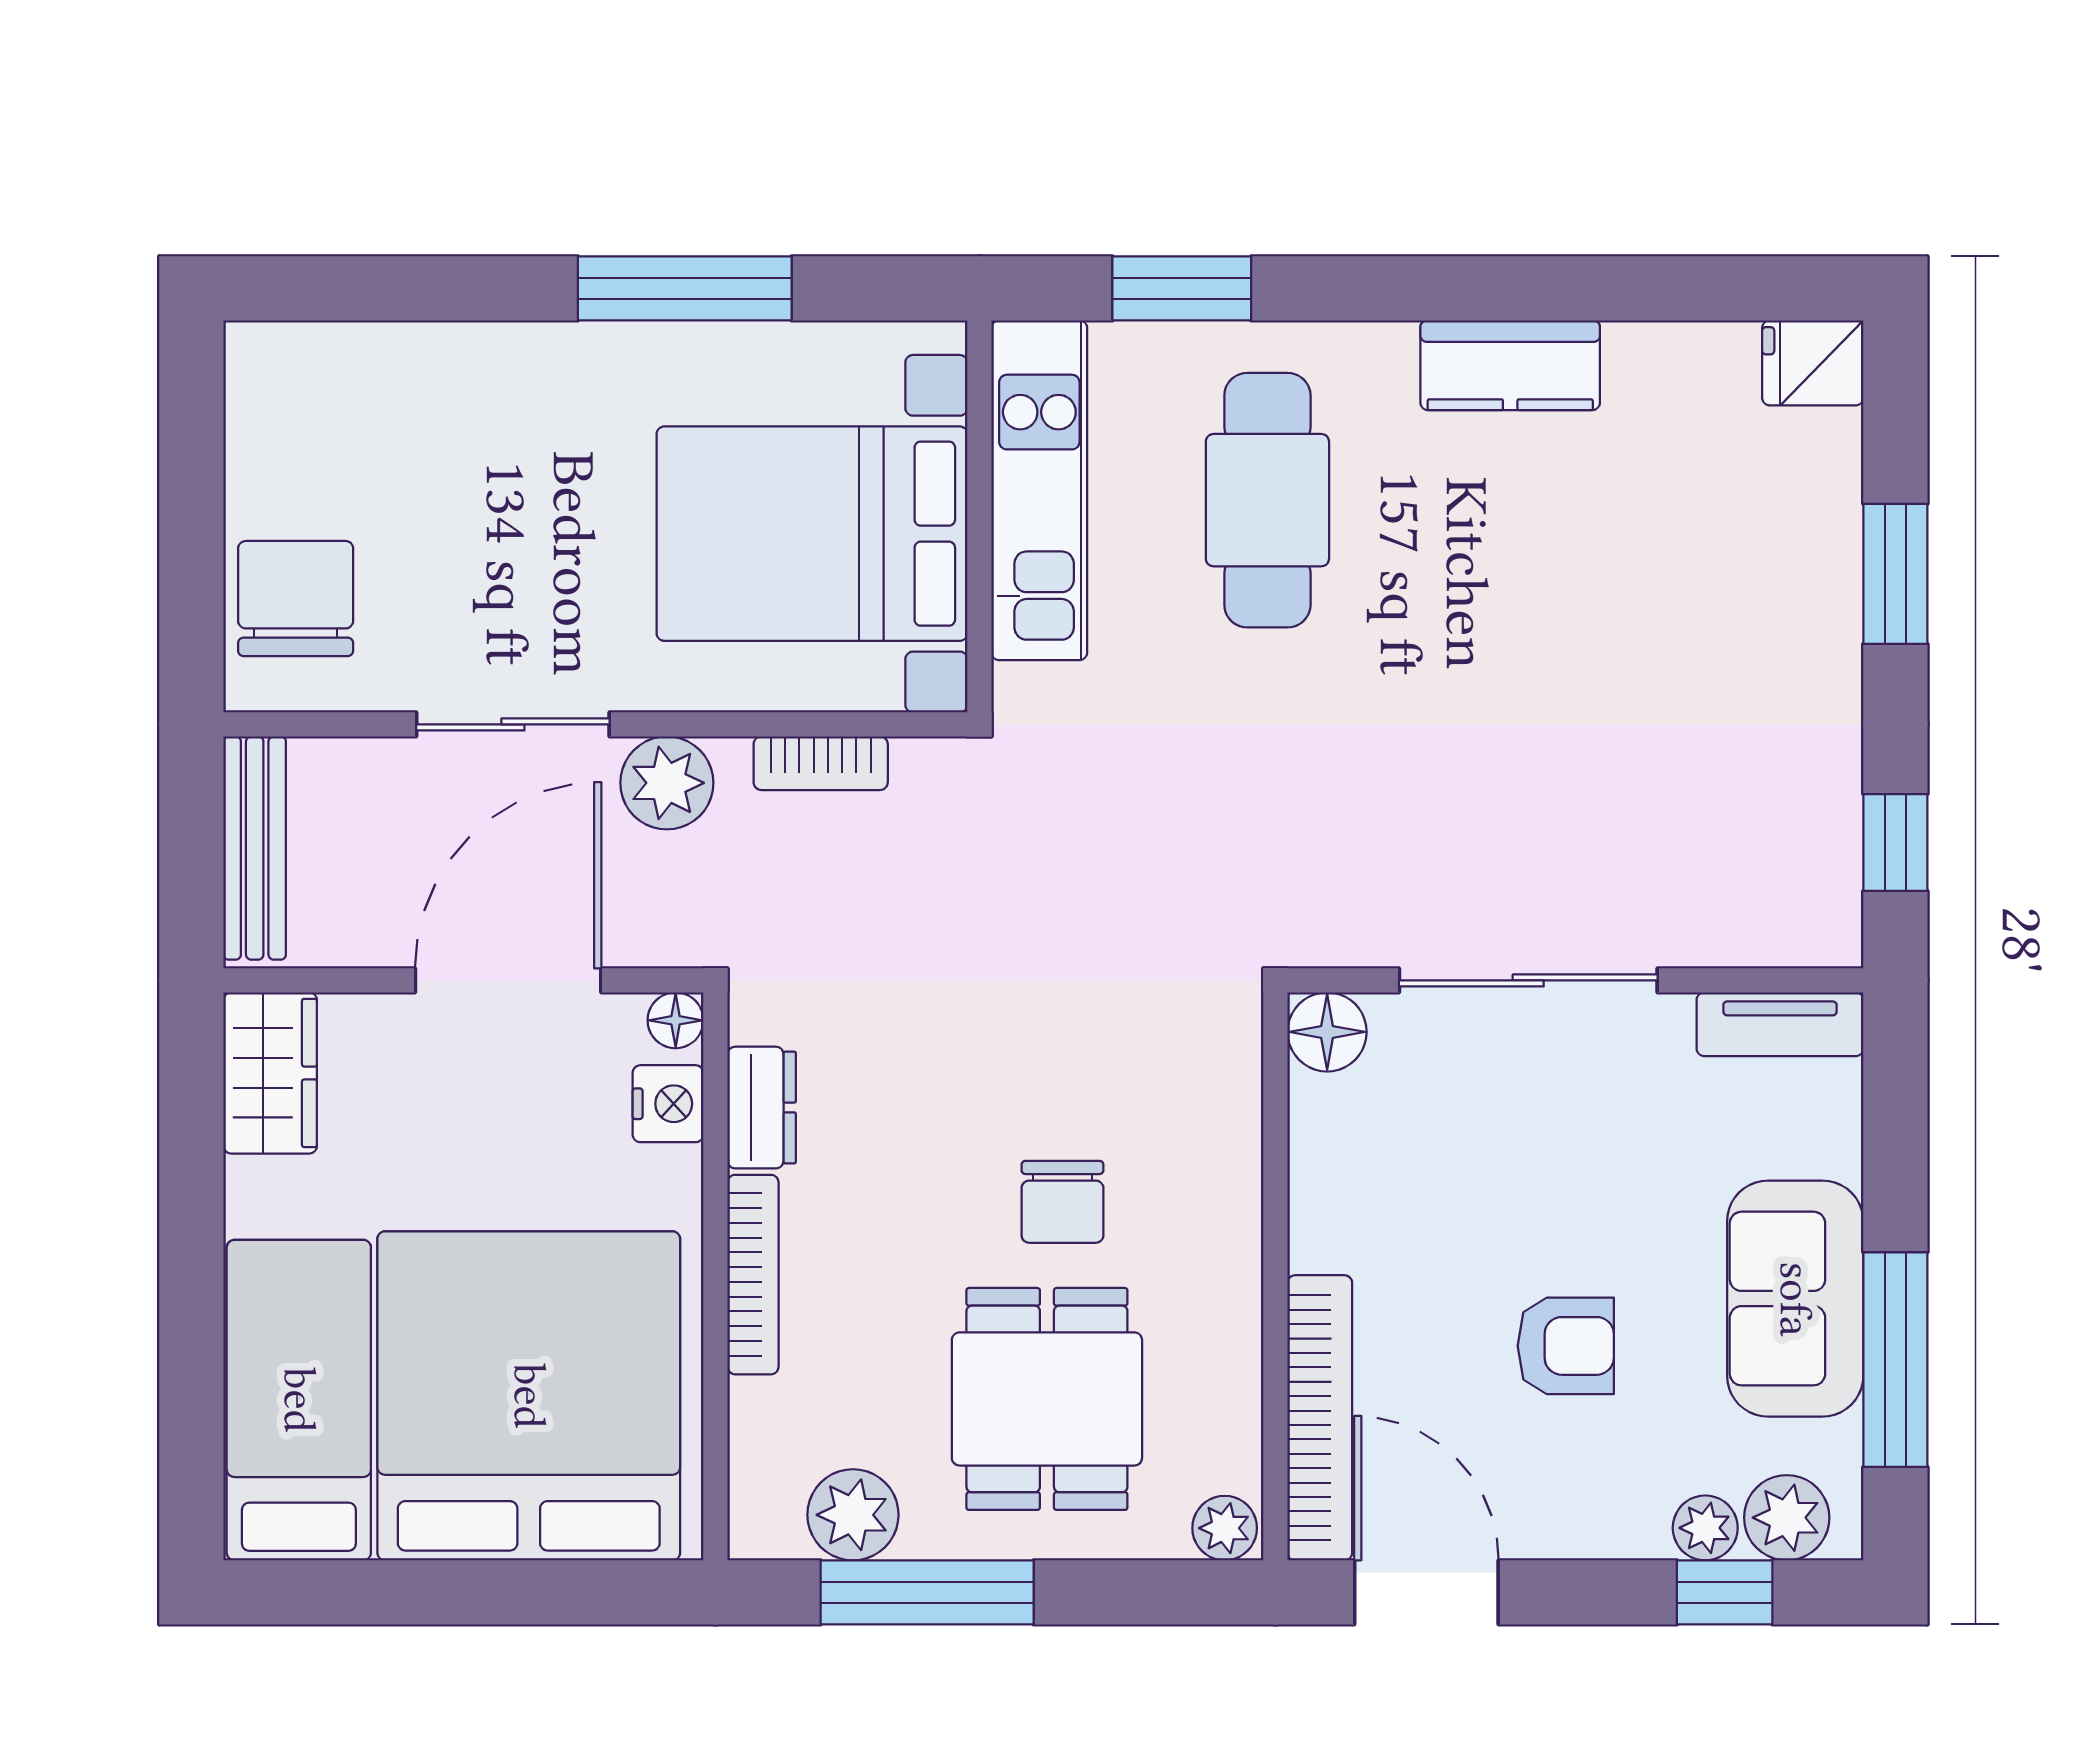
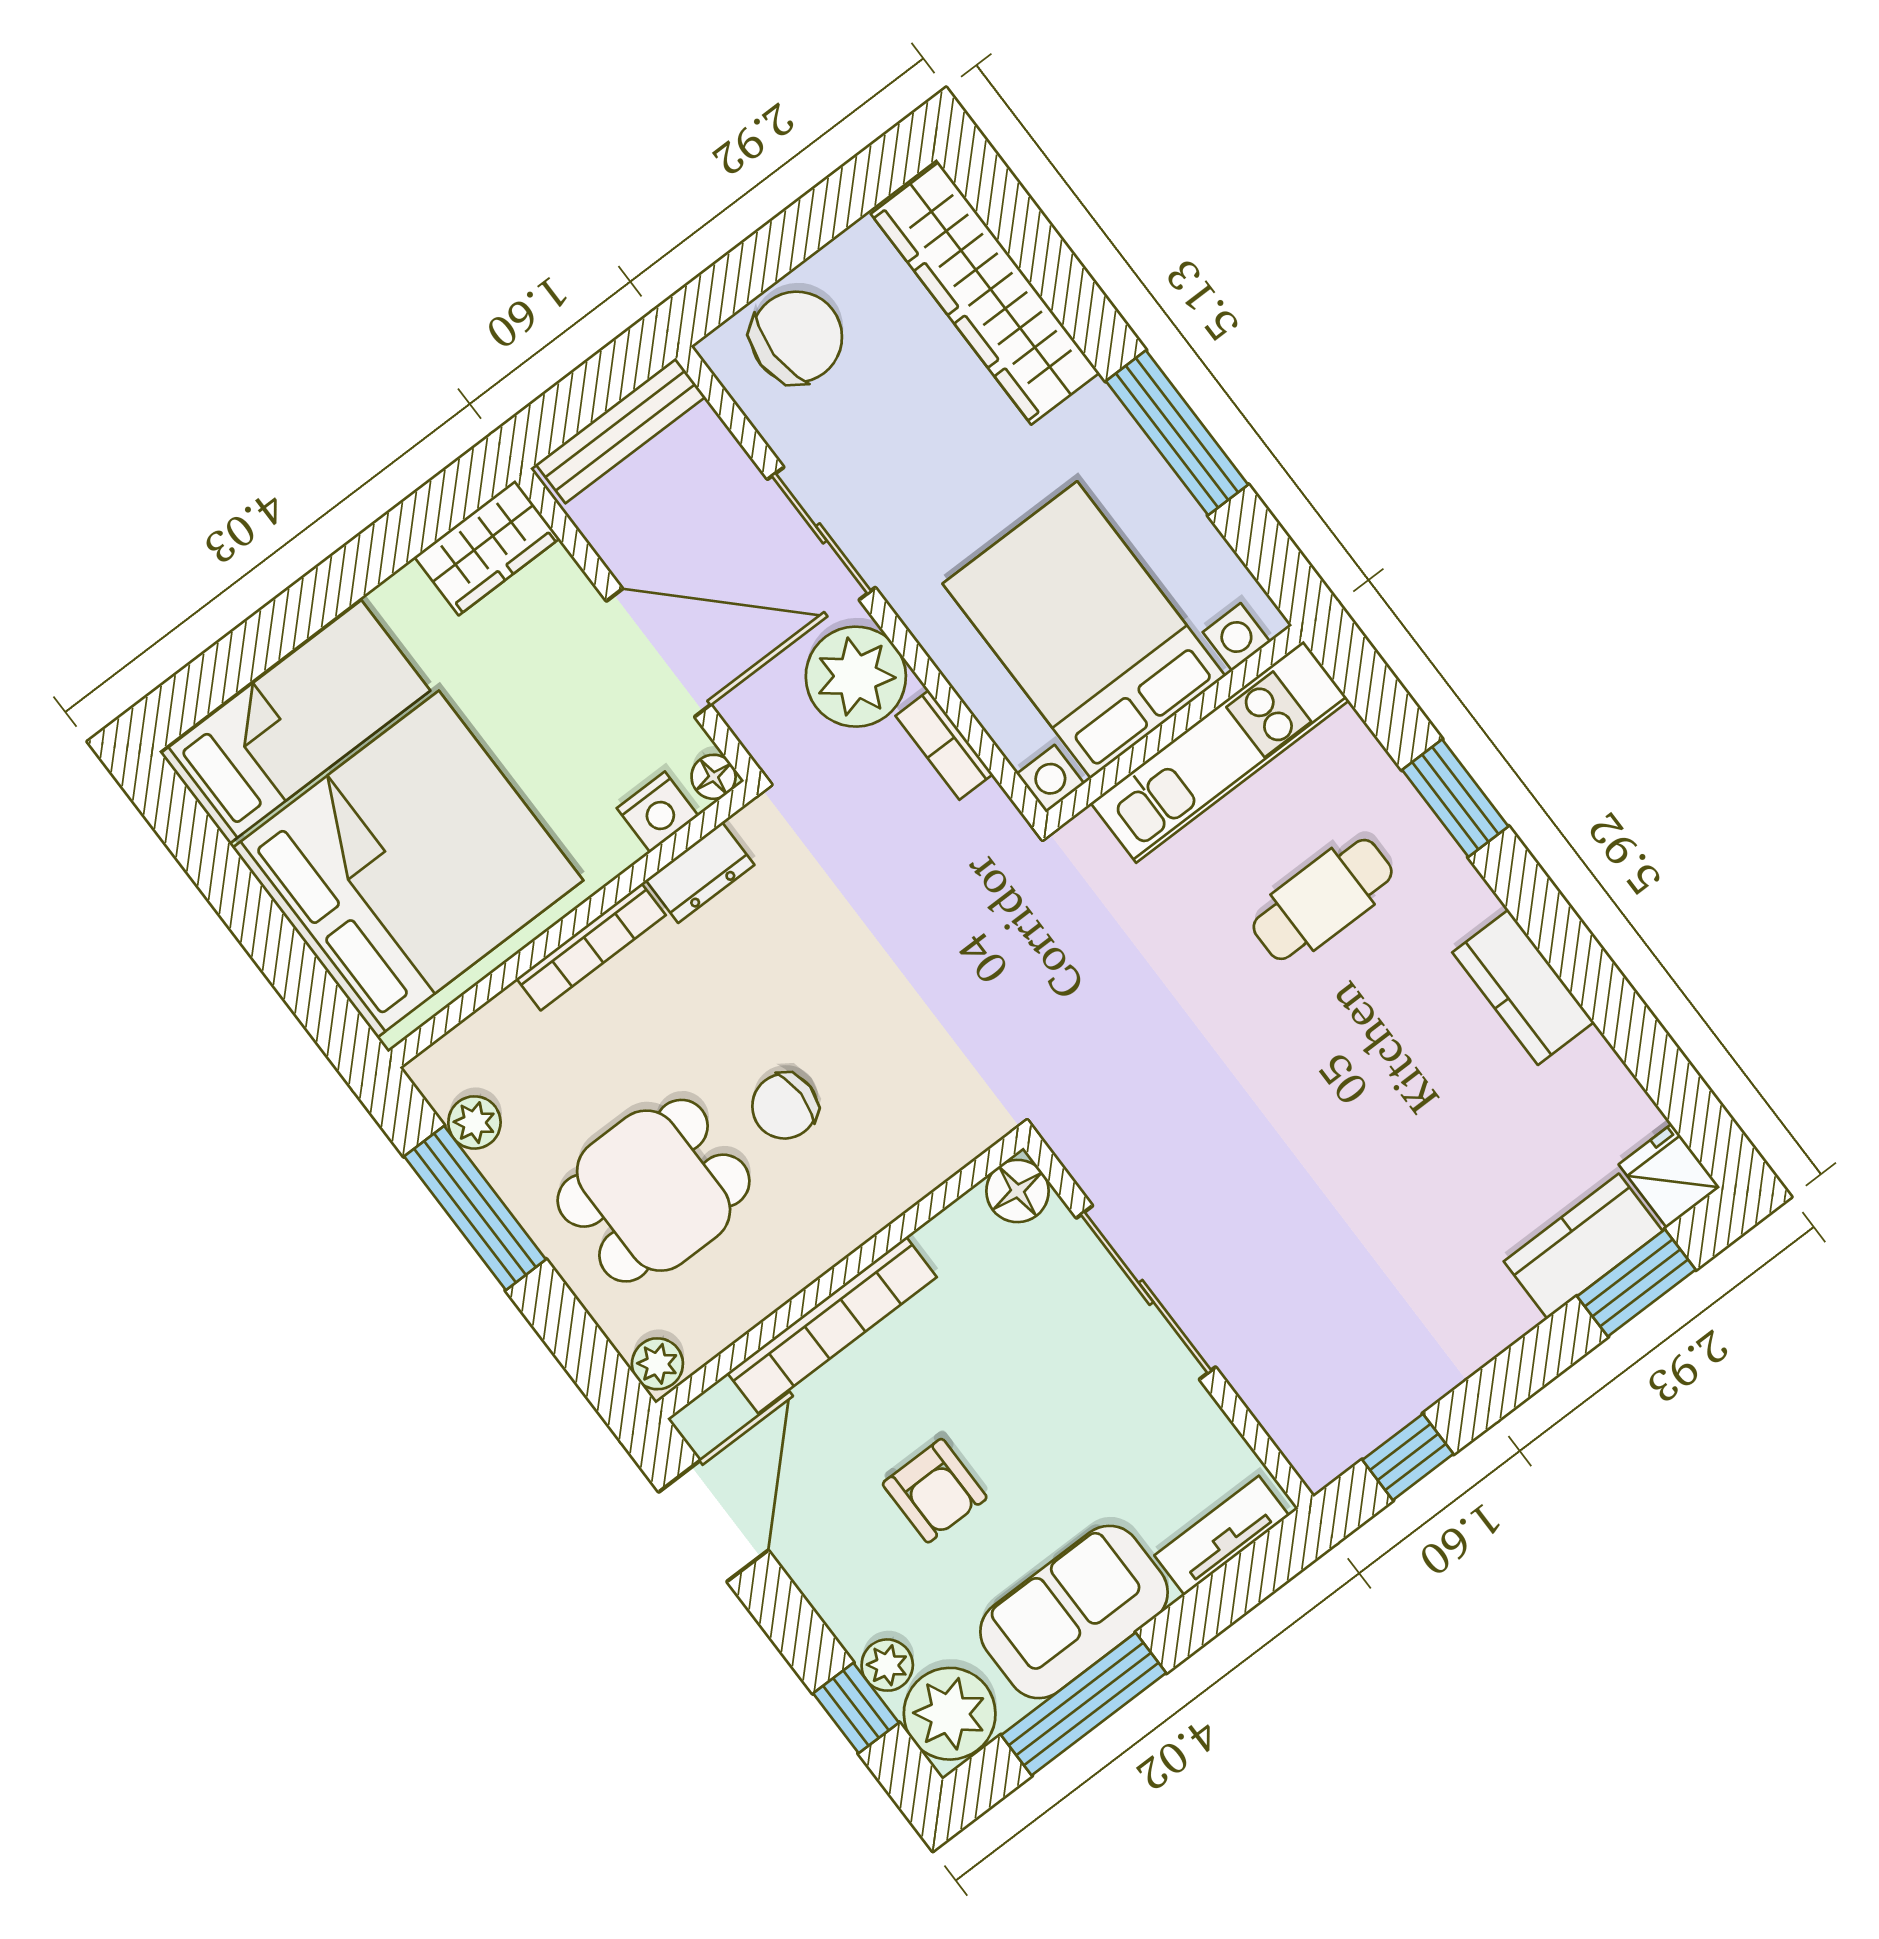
window: (1182, 288) -> (1455, 798), moved
wardrobe: (396, 375) -> (985, 293), added
cafe table: (1267, 500) -> (1323, 899), width x0.73, depth x0.74
kitchen counter: (1817, 504) -> (1583, 1246), added
window: (1895, 574) -> (1636, 1283), moved
plant: (667, 783) -> (856, 677), width x1.36, depth x1.36
tv unit: (1780, 1024) -> (1222, 1535), moved, turned 90
bookcase: (1320, 1418) -> (832, 1325), moved
plant: (853, 1515) -> (474, 1122), width x0.73, depth x0.73
plant: (1787, 1518) -> (950, 1714), width x1.36, depth x1.36

